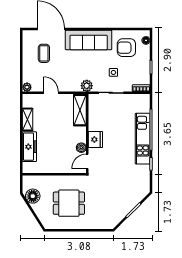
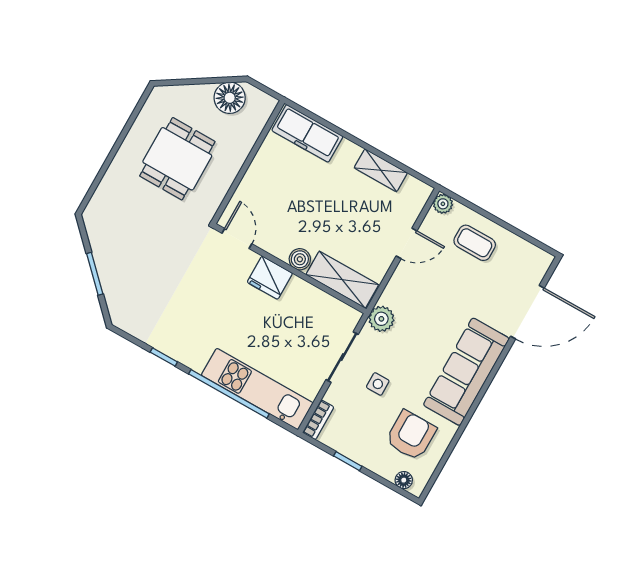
coffee table: (44, 53) -> (475, 243), moved
kitchen unit: (143, 139) -> (257, 389), moved
freezer: (29, 147) -> (307, 133), moved
boiler: (81, 148) -> (300, 259), moved

